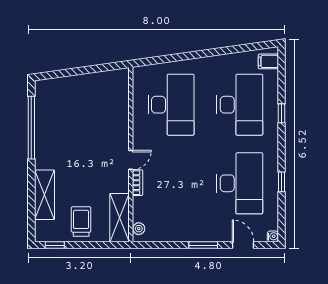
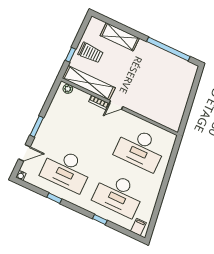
door: (131, 160) -> (116, 105), hinge flipped
shelving: (119, 218) -> (89, 83), width x1.47
window: (55, 245) -> (71, 55), moved

